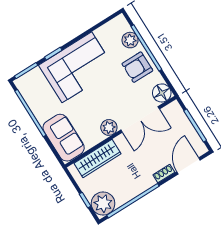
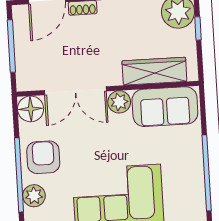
armchair: (137, 67) -> (43, 157), turned -90
double door: (140, 120) -> (75, 91), swing flipped
sofa: (64, 138) -> (165, 107), moved, turned -90

